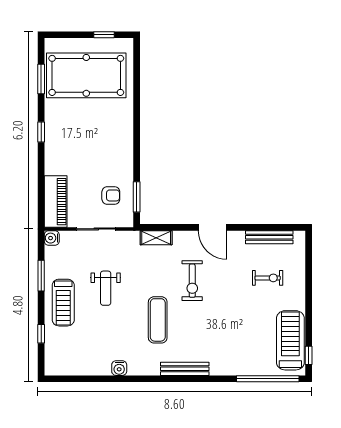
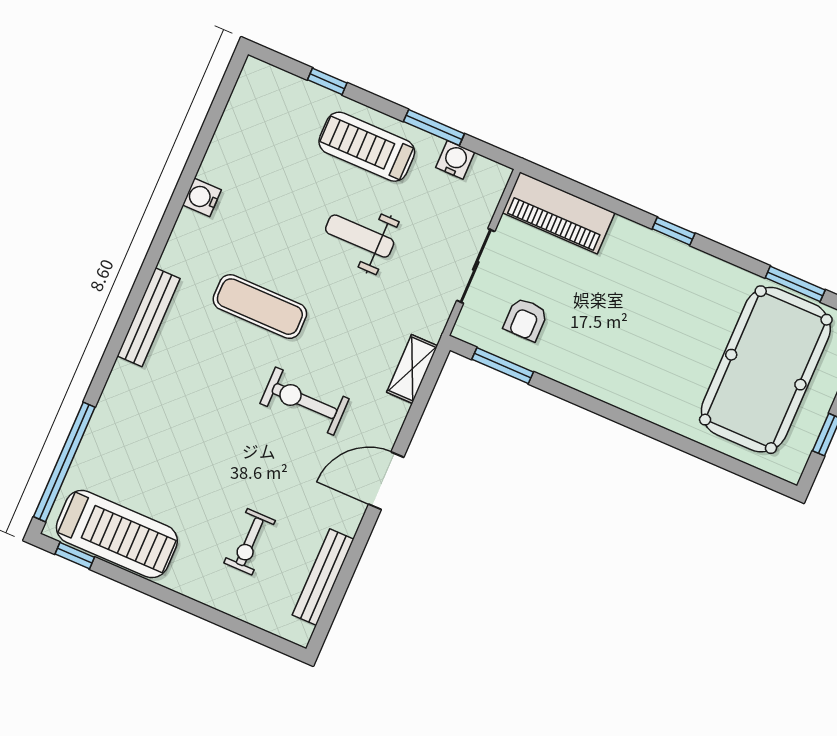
window: (41, 132) -> (674, 231), moved
water cooler: (52, 238) -> (455, 160), moved

